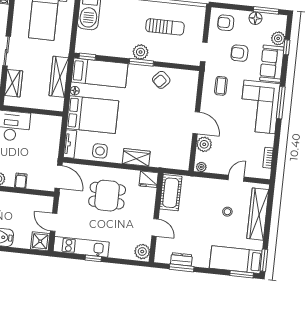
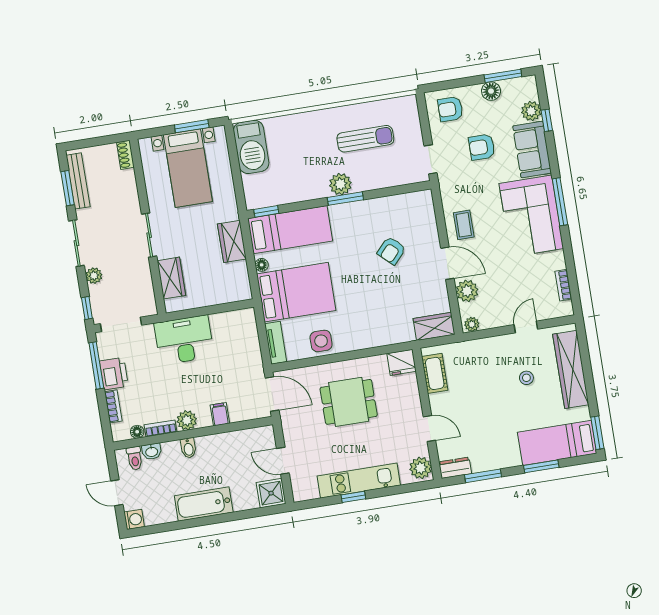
wardrobe: (59, 77) -> (232, 241), width x0.67
armchair: (161, 80) -> (391, 251), moved
coffee table: (221, 86) -> (464, 225), moved
wardrobe: (136, 157) -> (434, 326), moved
cot: (171, 193) -> (435, 373), width x0.73, depth x0.75
kitchen unit: (81, 247) -> (359, 481), moved
dresser: (181, 259) -> (455, 468), moved
window: (242, 274) -> (541, 466), moved

